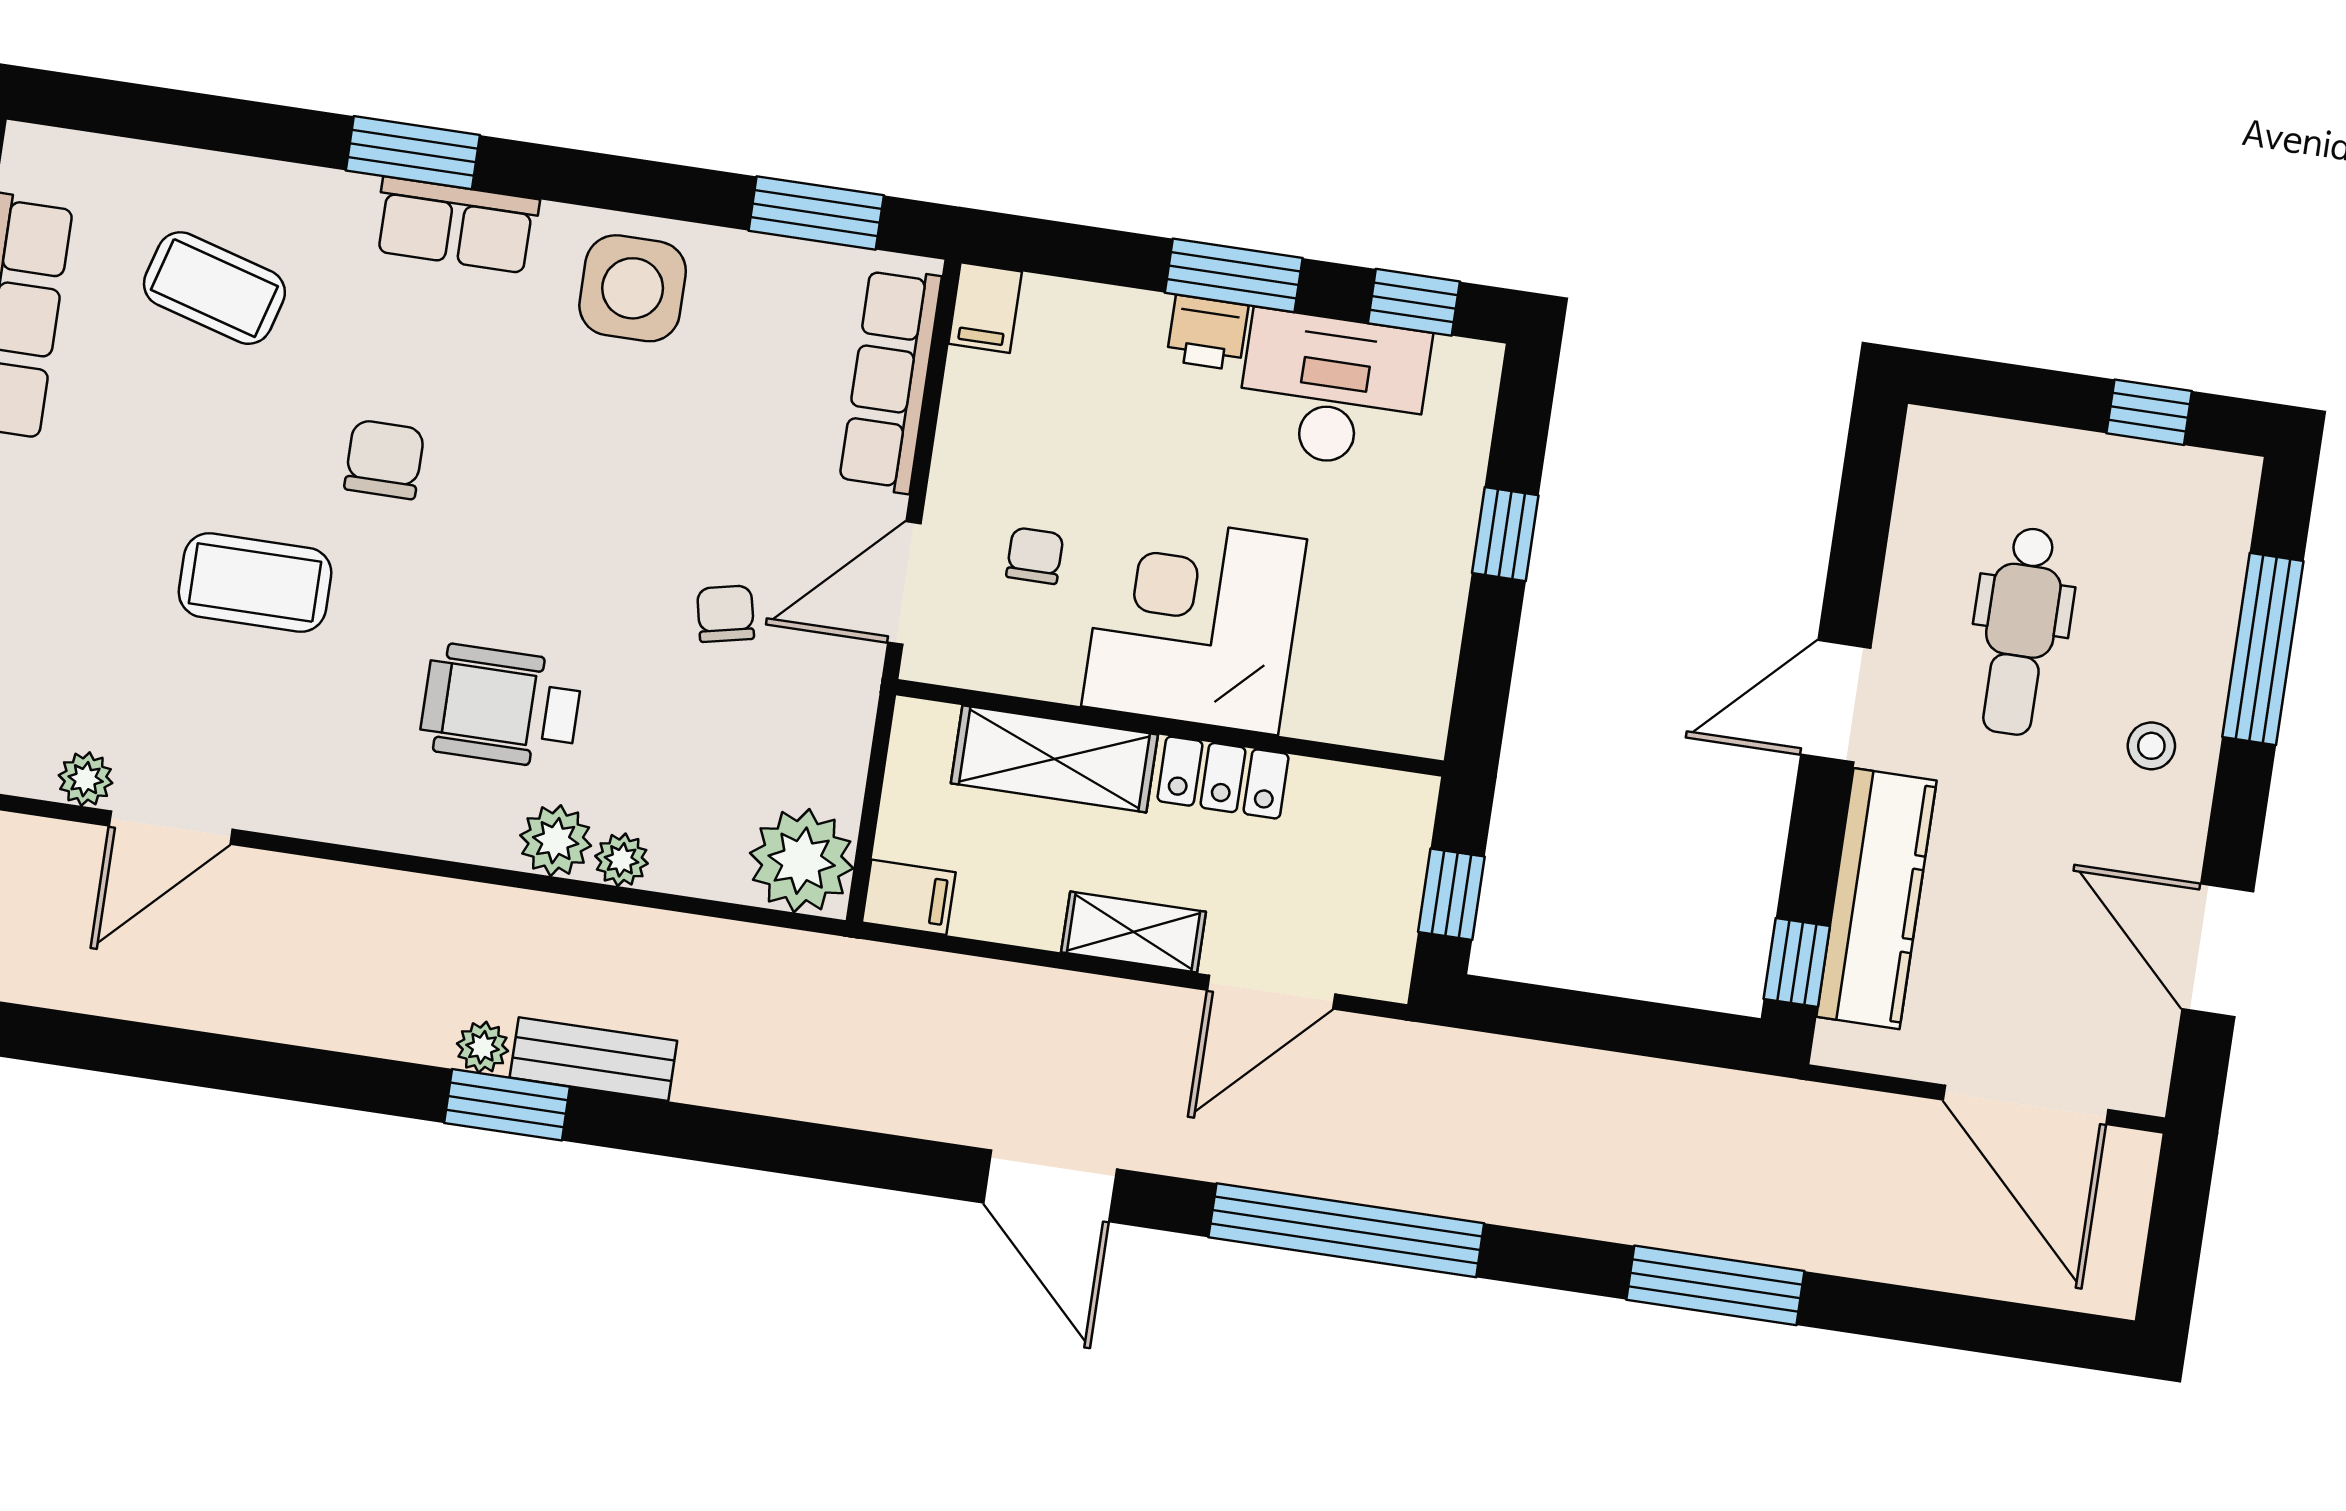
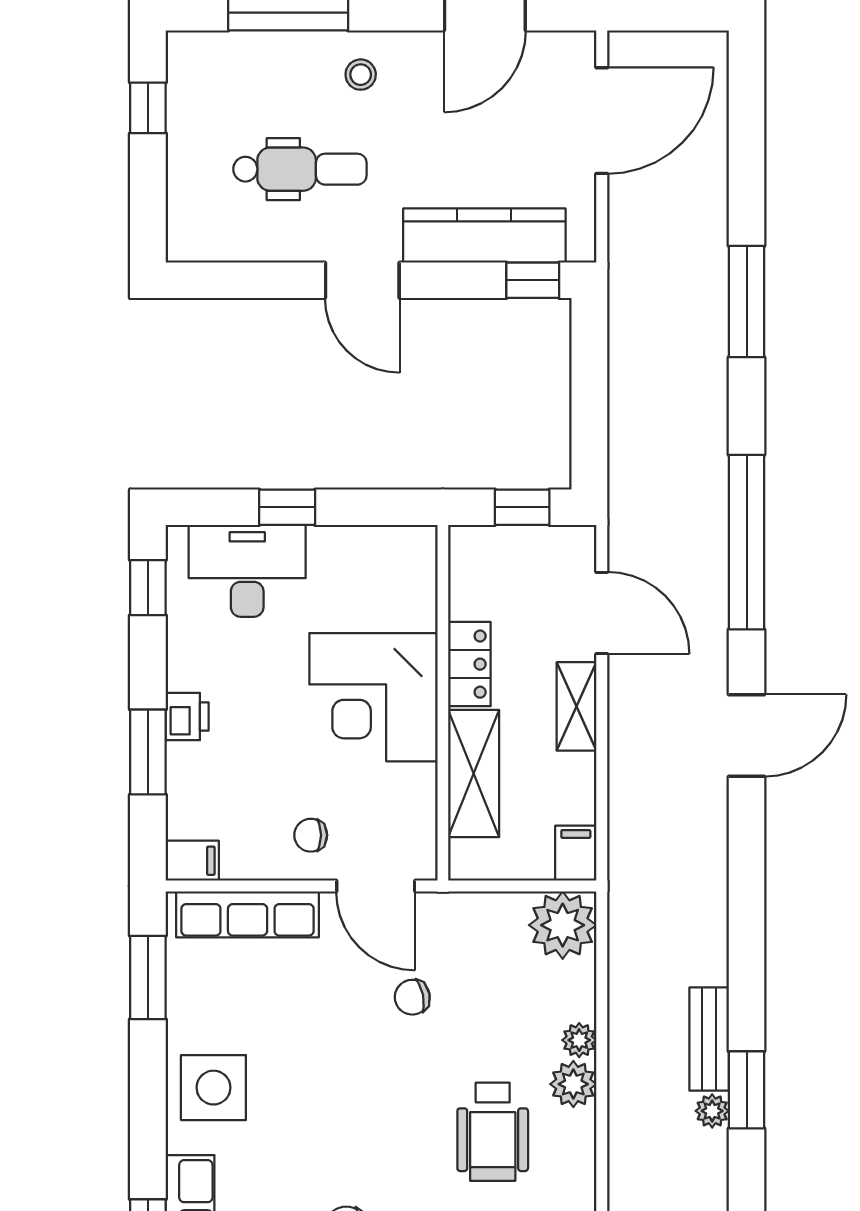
window: (1234, 275) -> (148, 752), moved
desk: (1333, 390) -> (247, 571), moved, turned 90
chair: (1035, 556) -> (311, 835), moved

